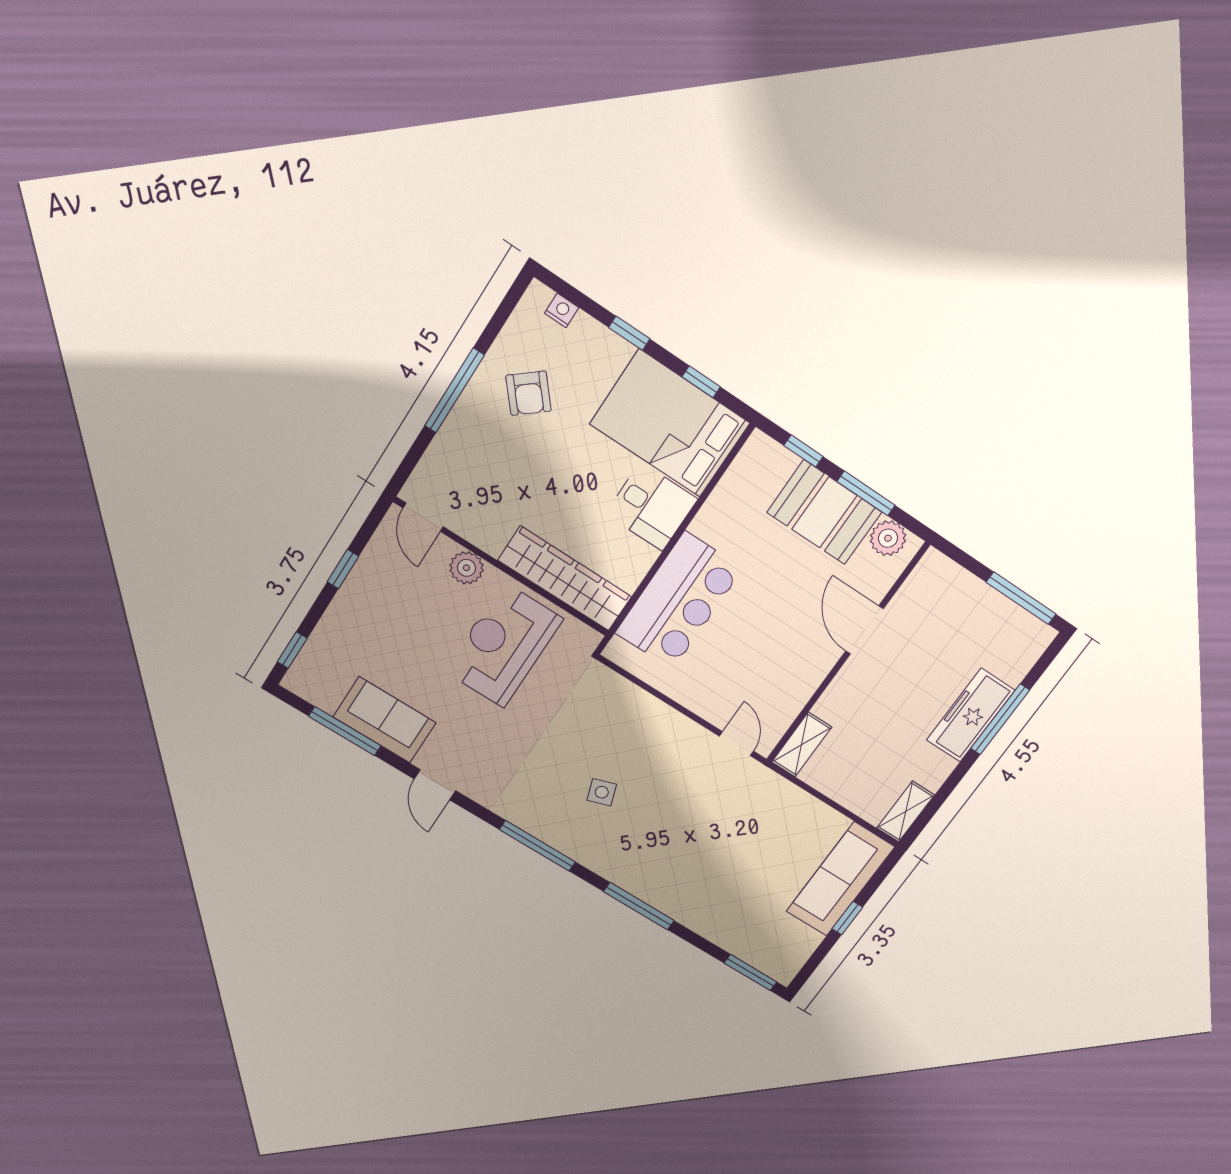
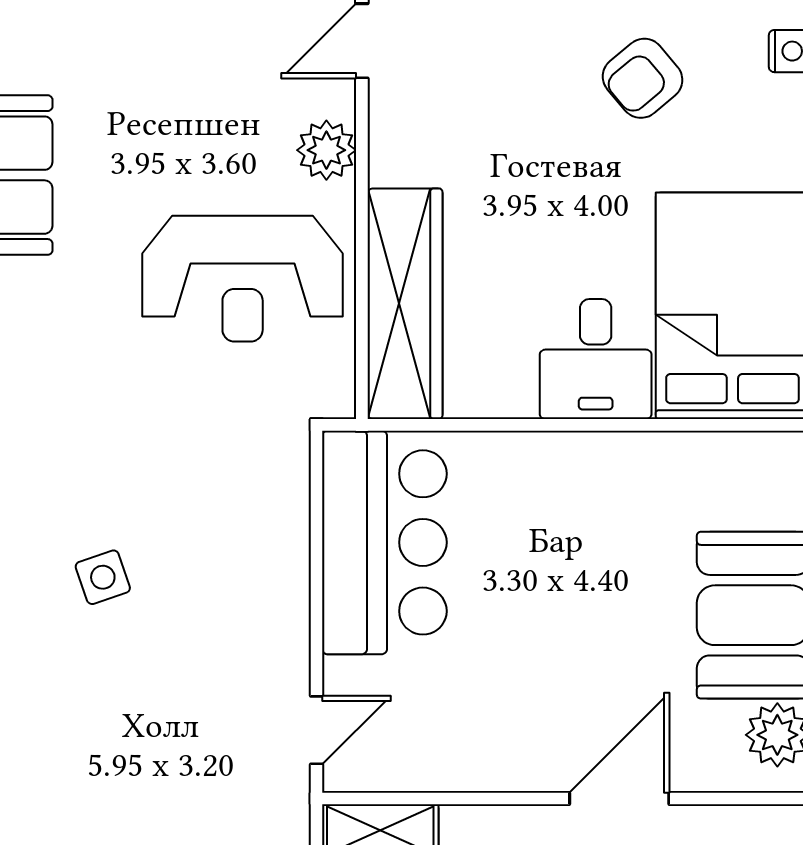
bar counter: (679, 601) -> (384, 542), moved, turned -90
reception desk: (504, 645) -> (243, 279), turned 180

